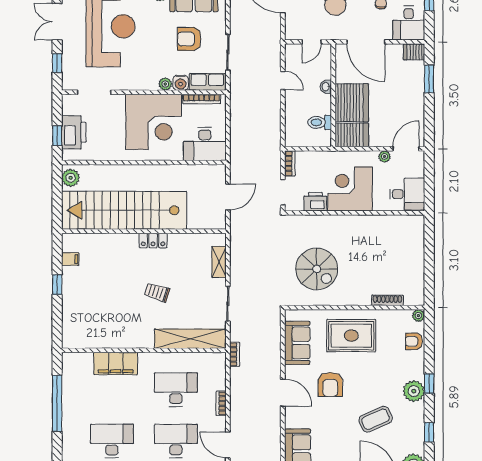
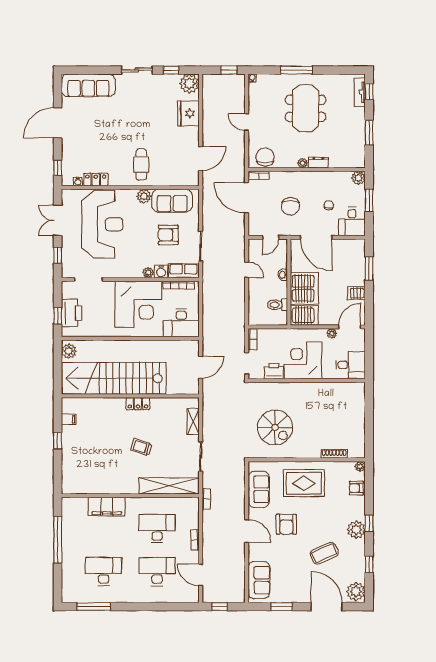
server rack: (414, 52) -> (356, 293), moved

